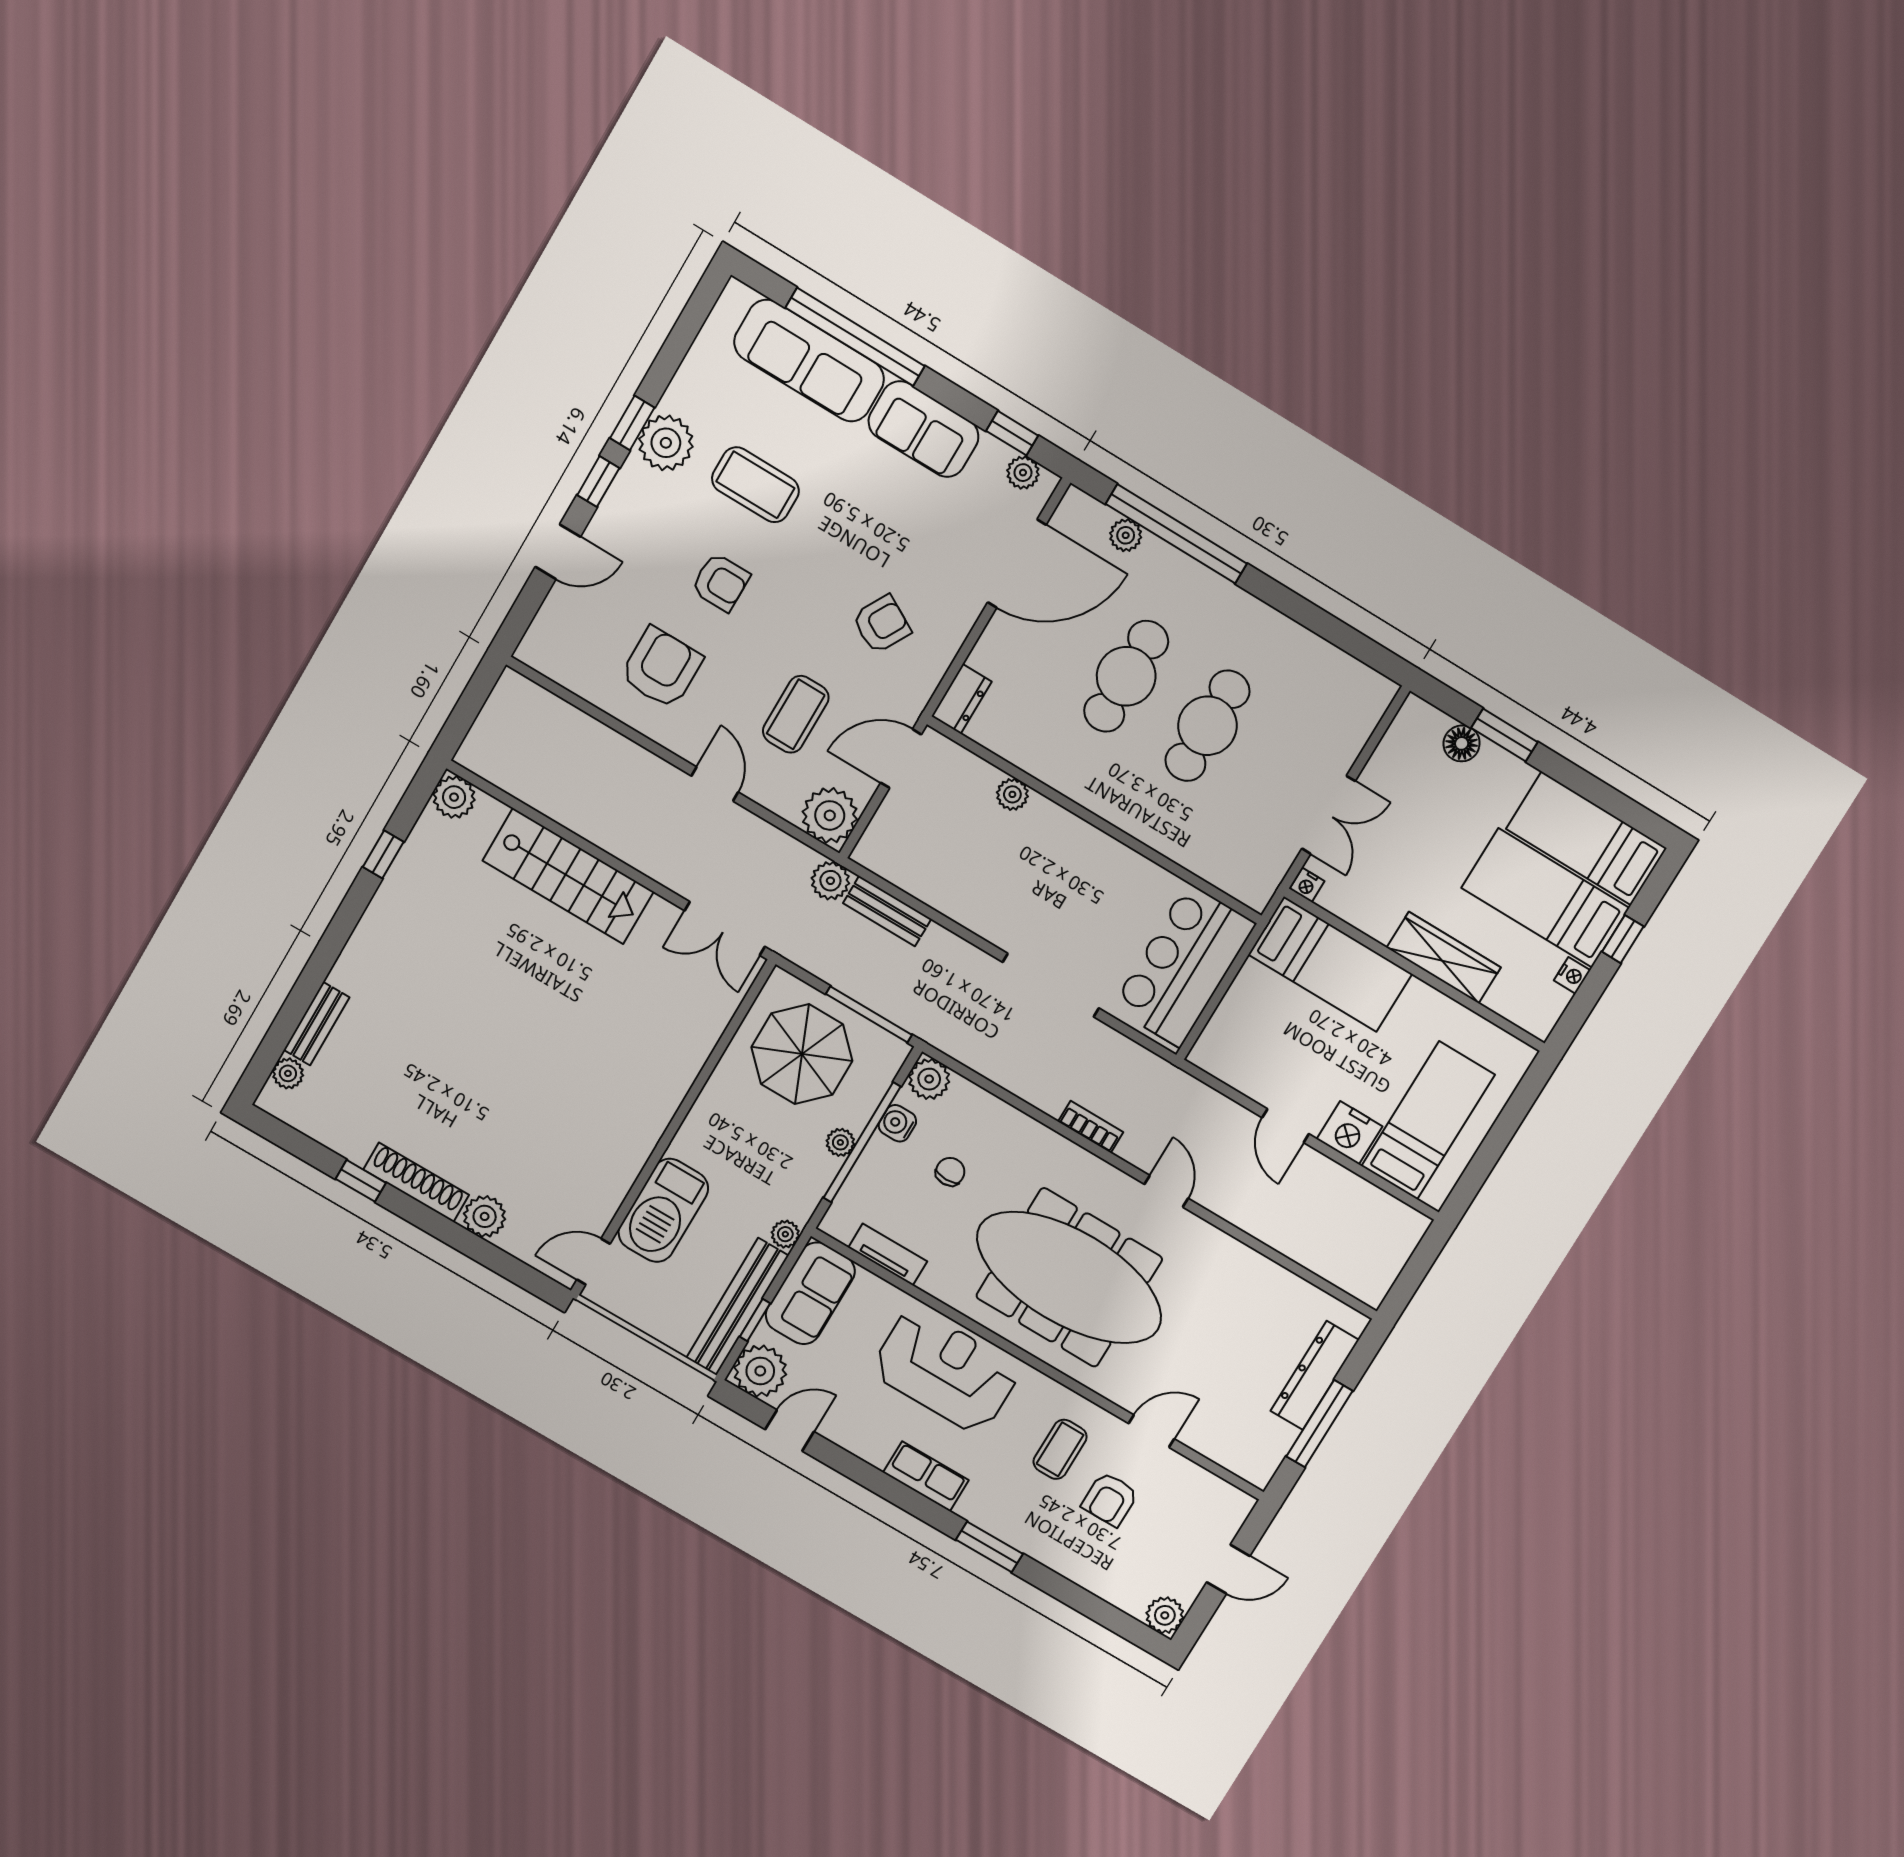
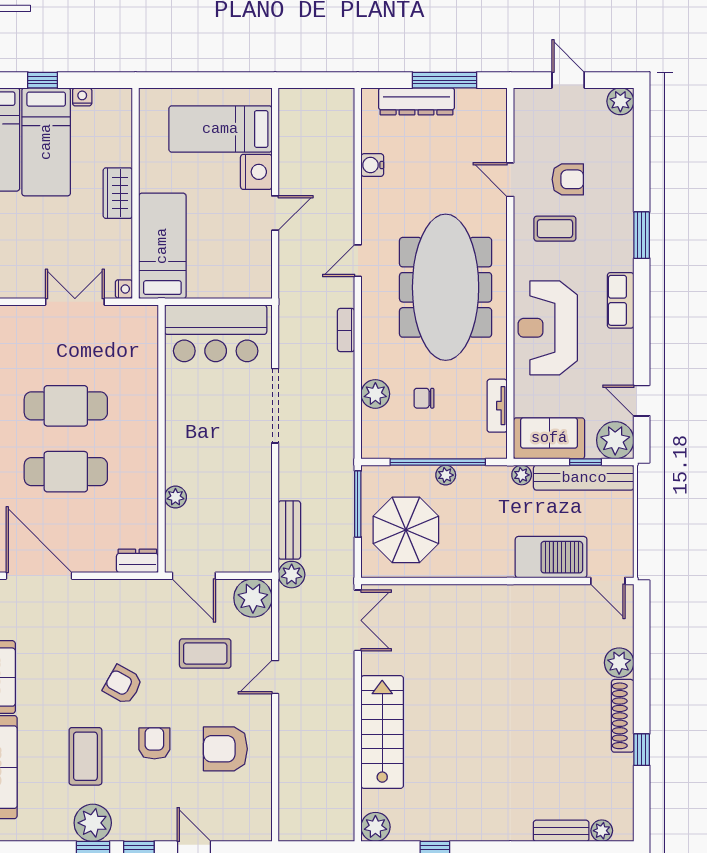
armchair: (882, 624) -> (123, 685), moved
wardrobe: (1444, 958) -> (118, 193), width x0.67
plant: (929, 1079) -> (375, 394), moved
water cooler: (897, 1123) -> (372, 165), moved, turned 90

